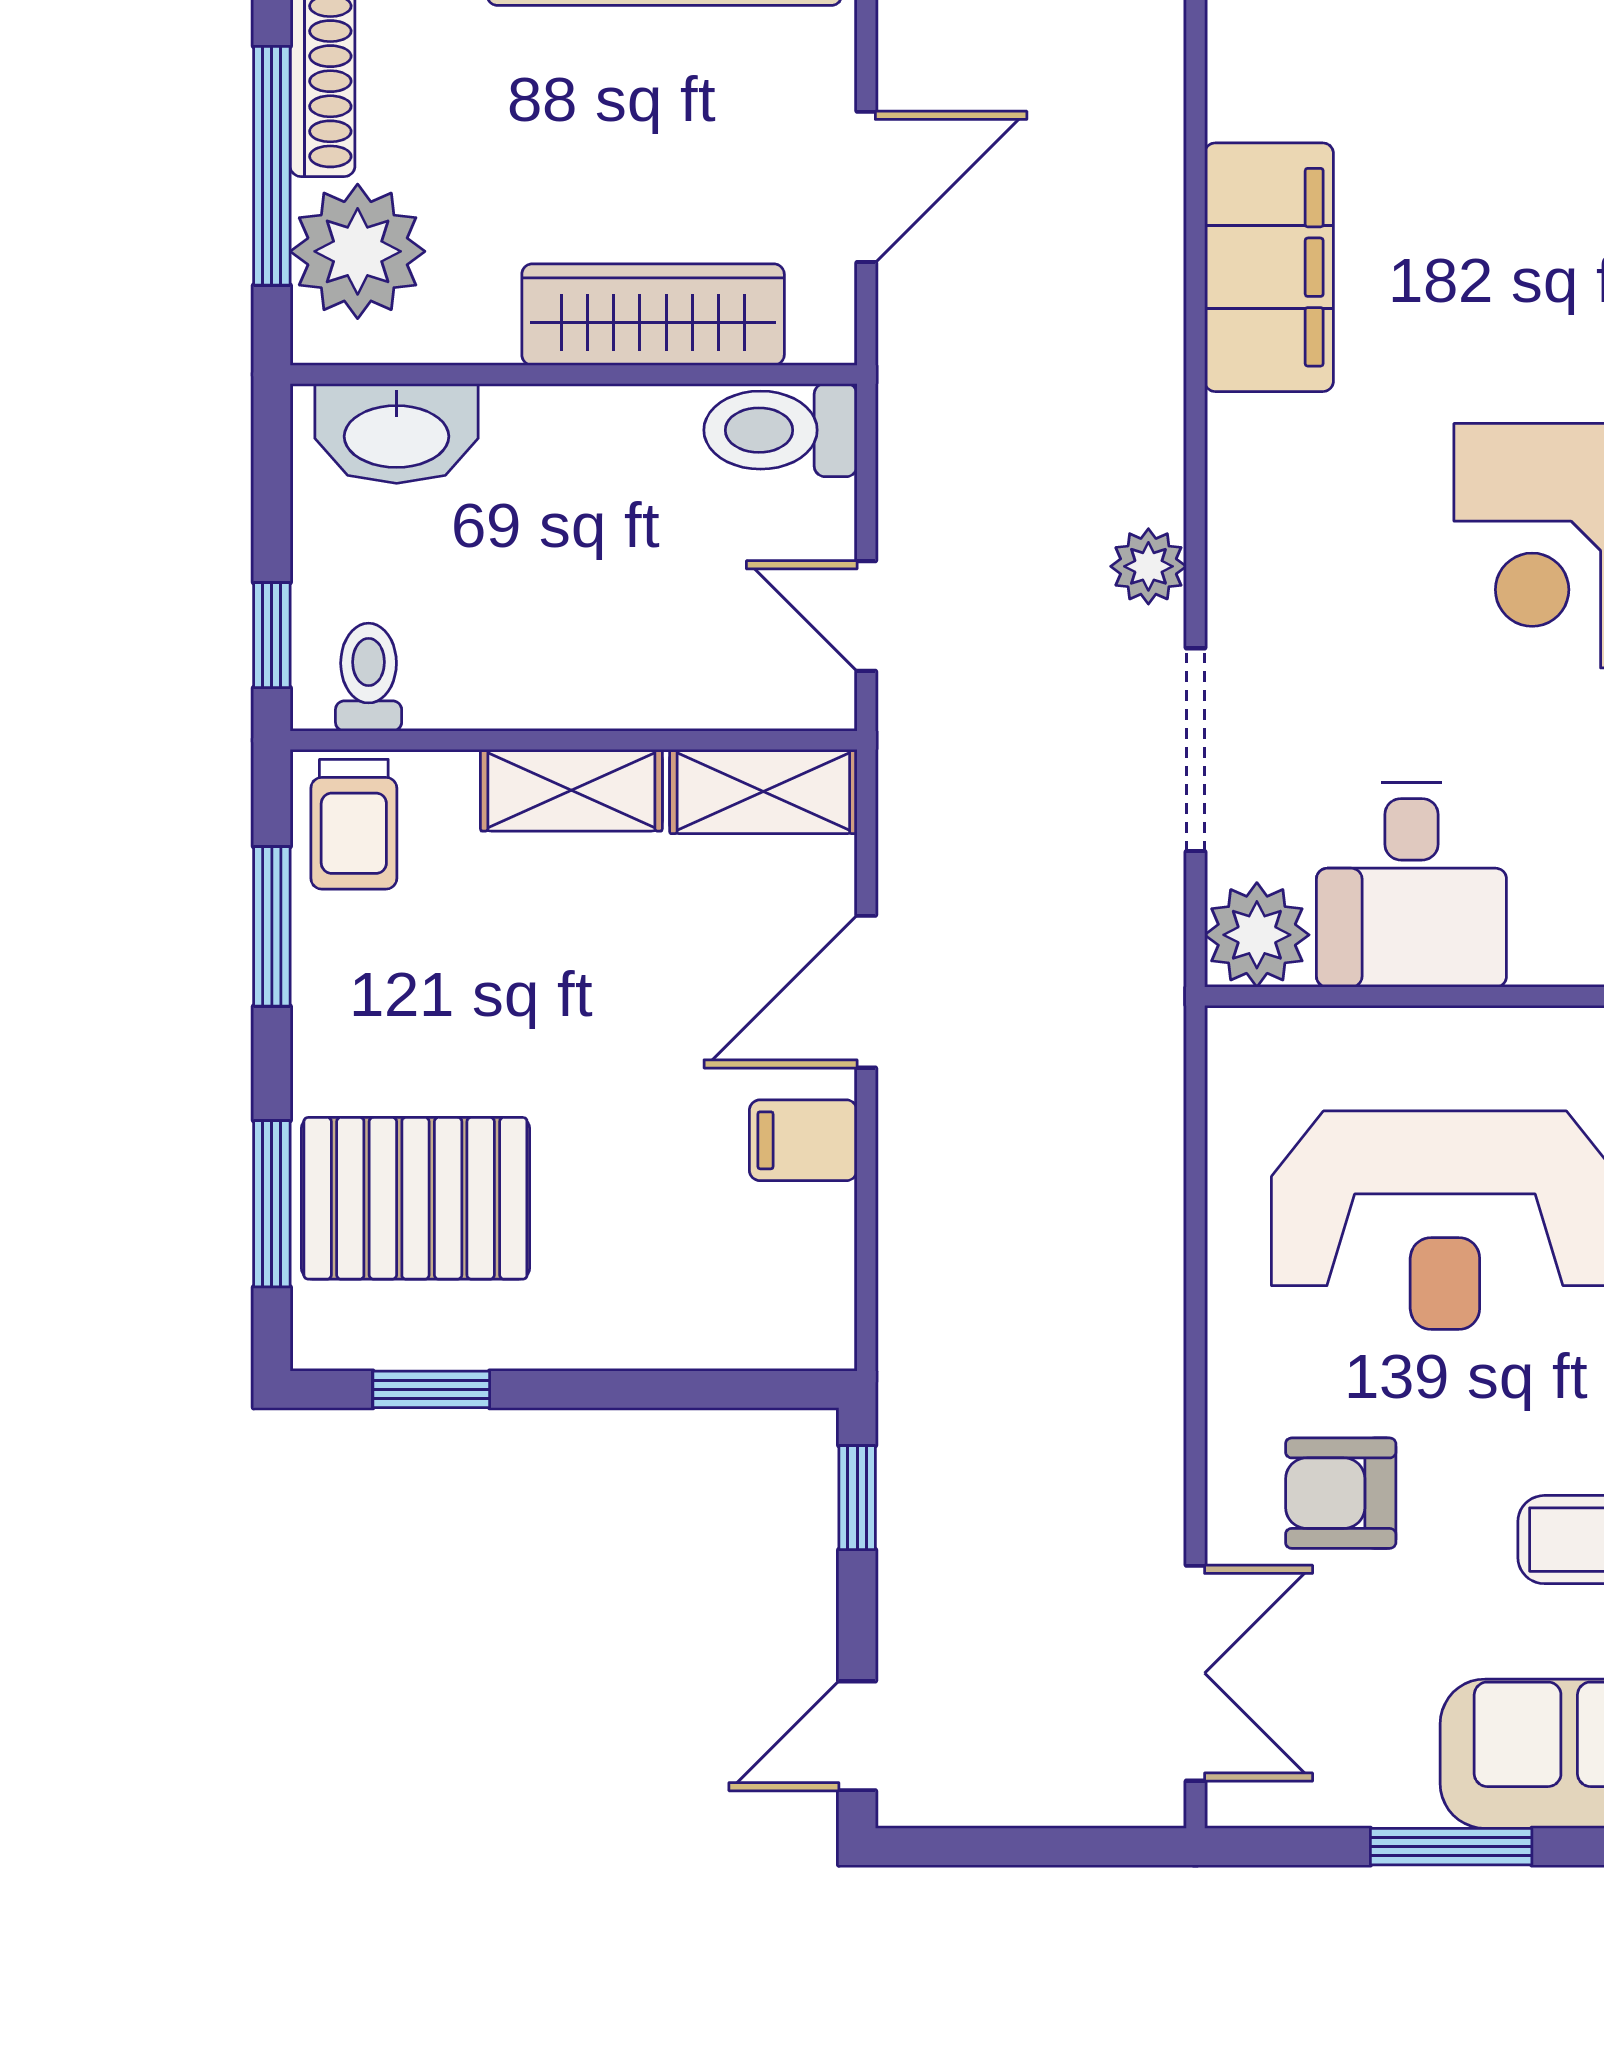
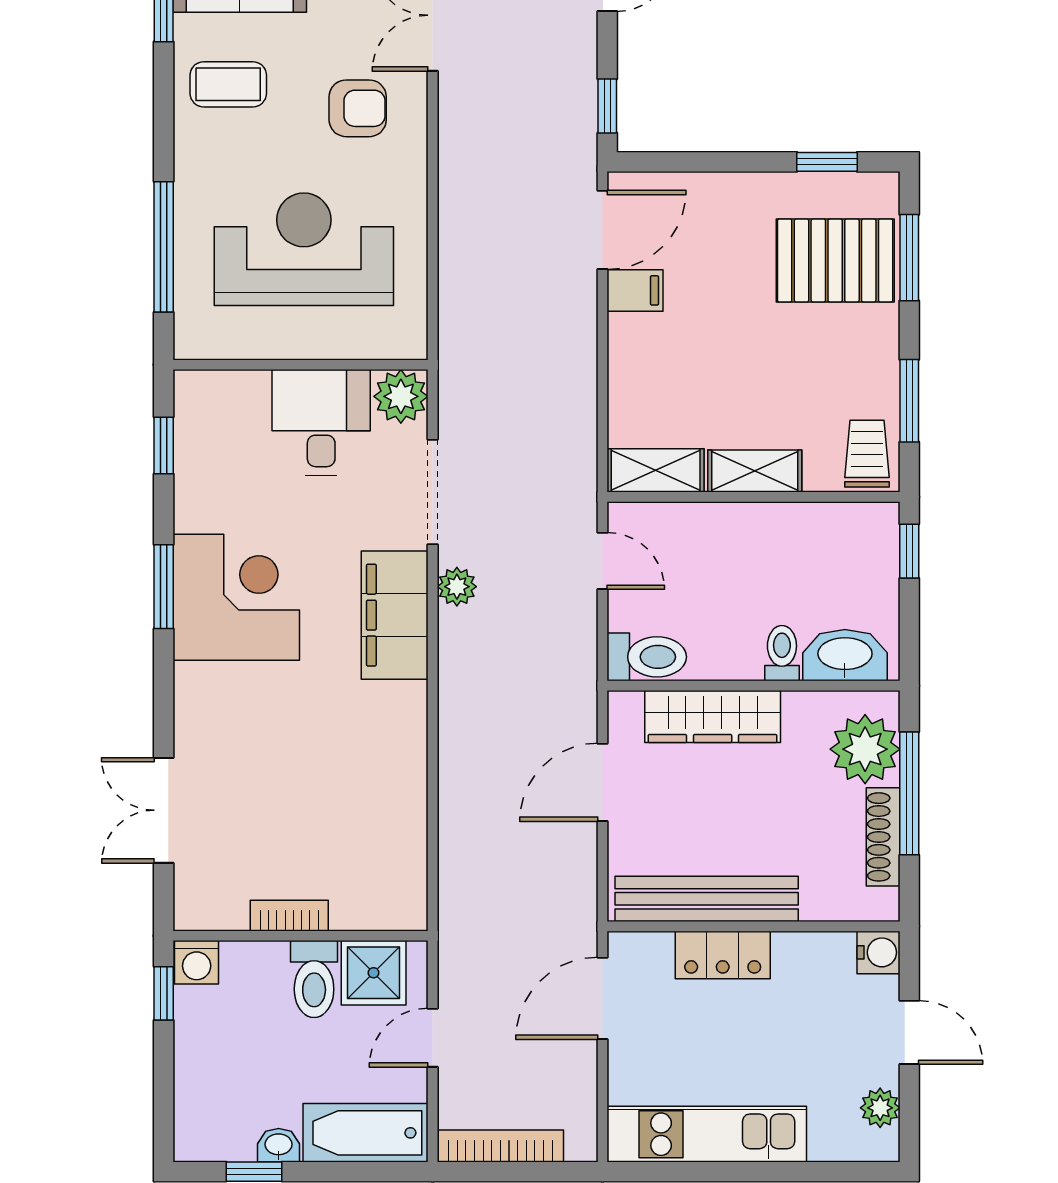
filing cabinet: (1269, 267) -> (395, 615), moved
toilet: (369, 677) -> (782, 653), moved, turned 180
door: (866, 992) -> (603, 230), moved

